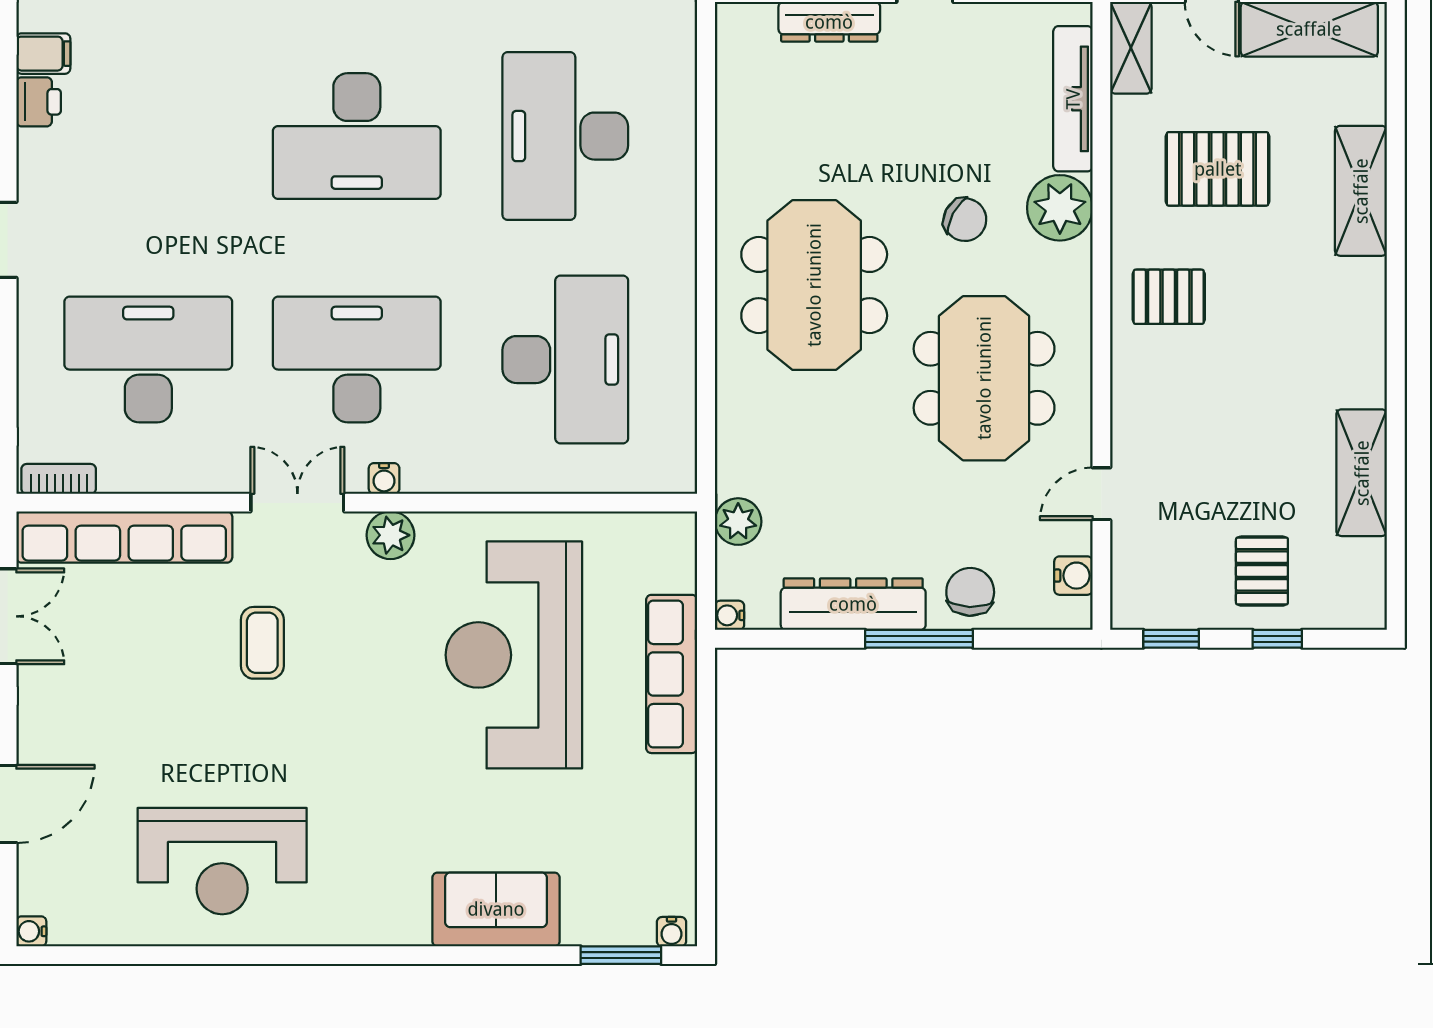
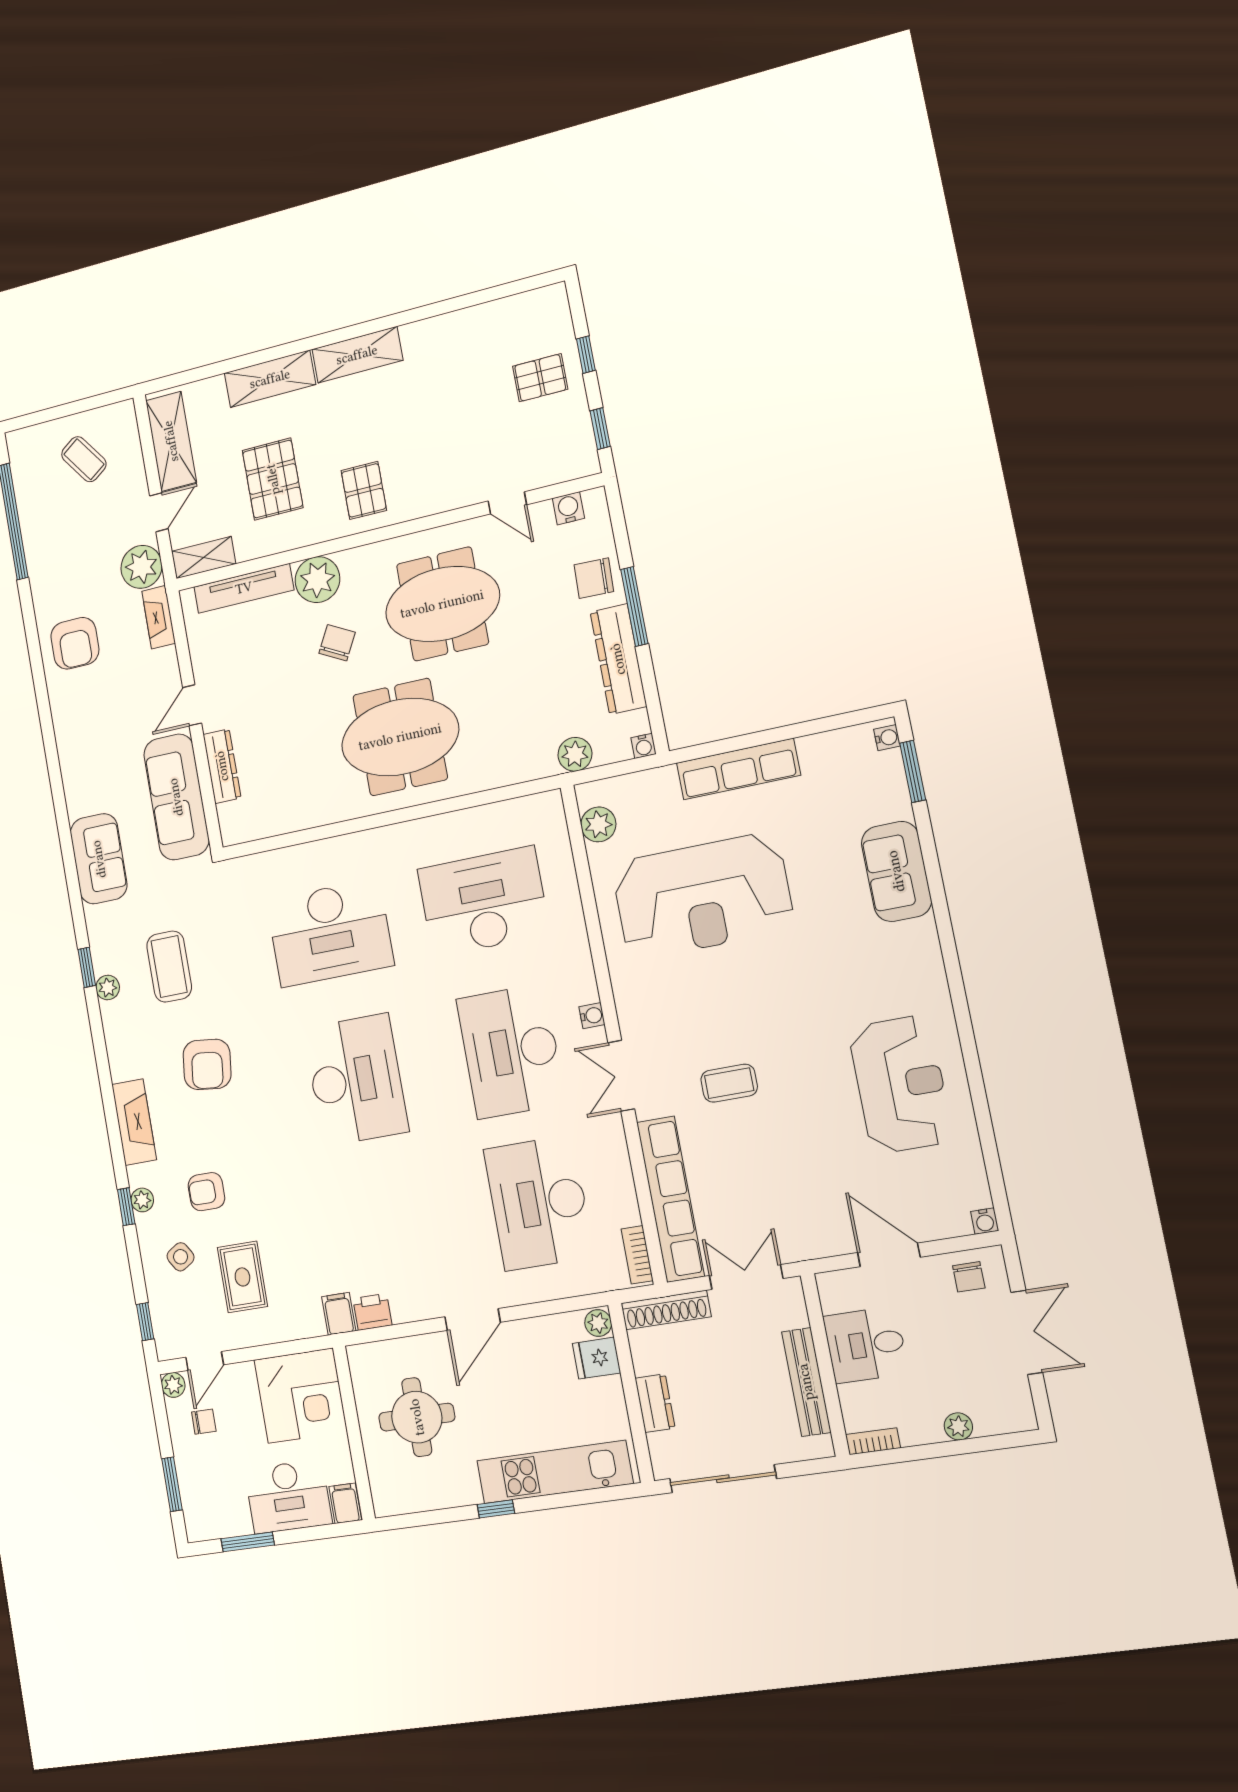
shelving: (1362, 473) -> (357, 355), moved
plant: (390, 535) -> (598, 824), moved
row of seats: (672, 674) -> (738, 769), moved

